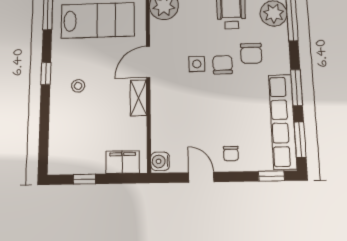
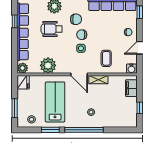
window: (46, 74) -> (84, 130), width x3.17
coffee table: (179, 112) -> (106, 58), added

